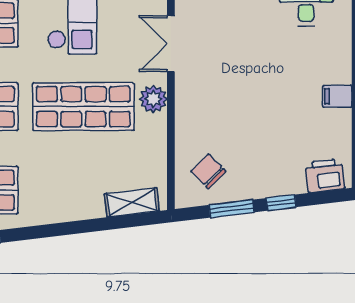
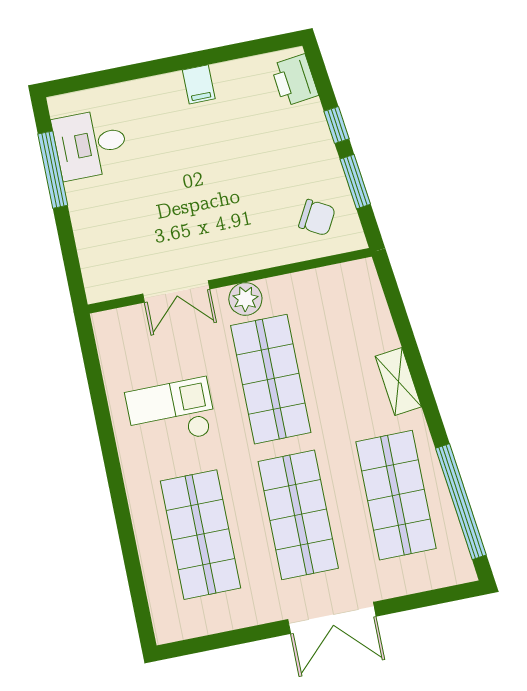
chair: (208, 171) -> (317, 218), turned -106
shelving: (132, 202) -> (398, 382), moved

